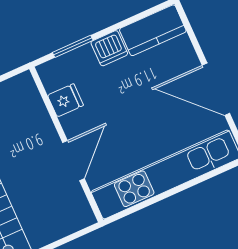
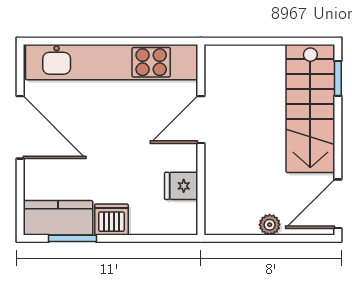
window: (73, 46) -> (72, 238), moved

